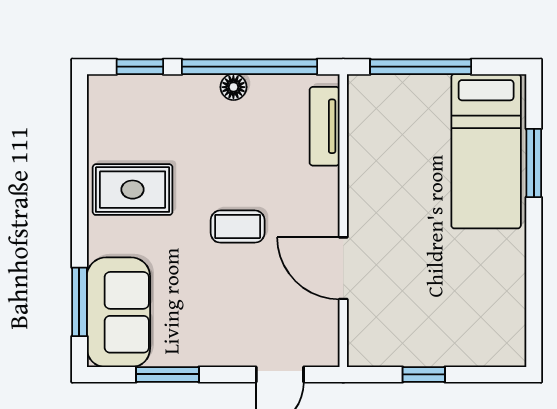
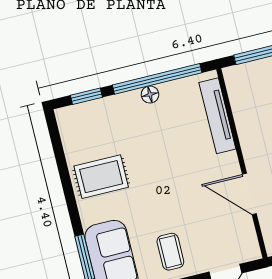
tv unit: (325, 126) -> (217, 116), width x1.41
coffee table: (238, 227) -> (170, 252), moved, turned 90

